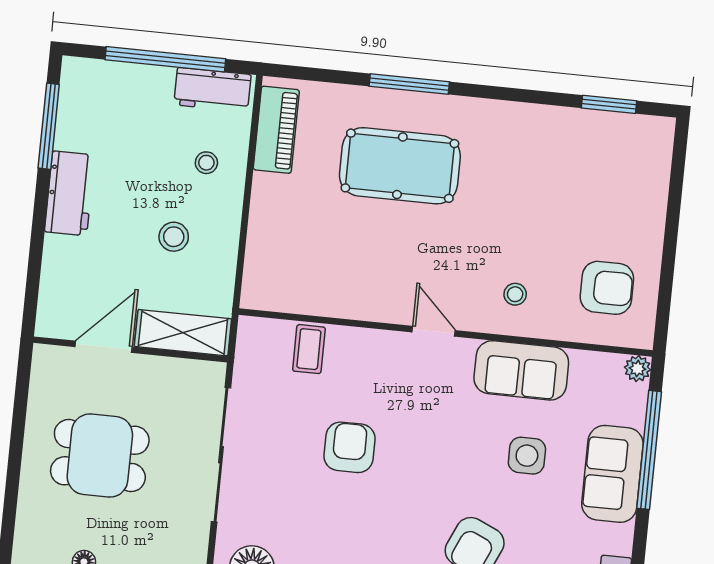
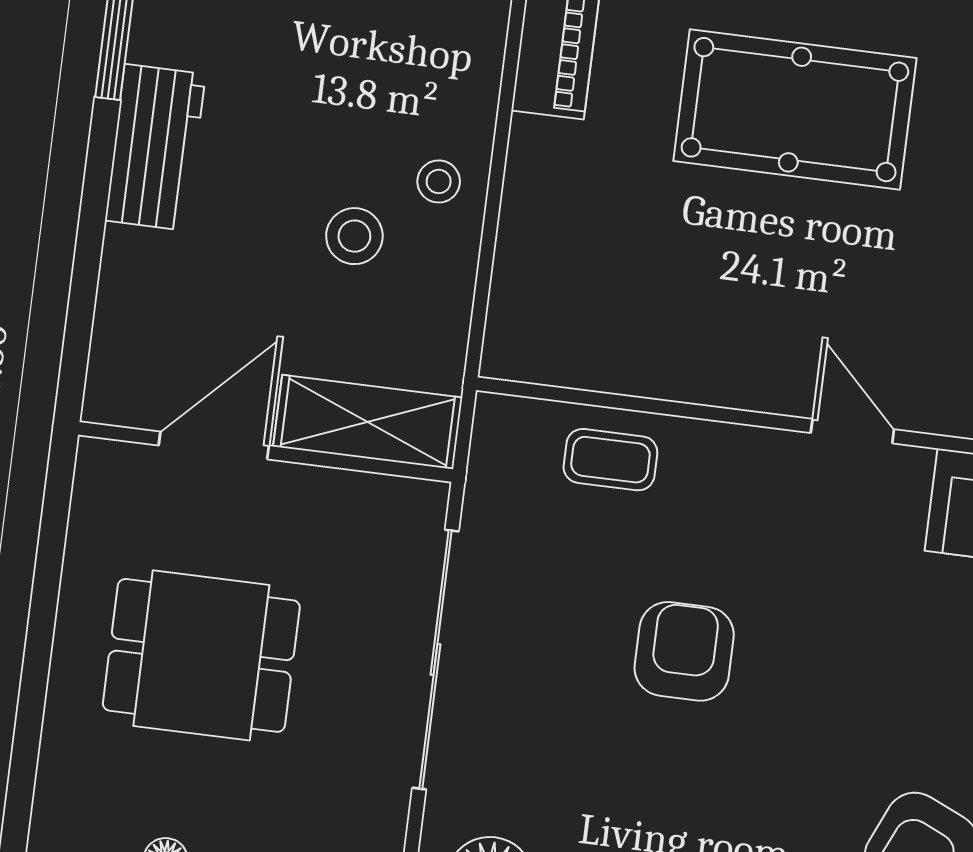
stool: (206, 163) -> (439, 181), moved
coffee table: (309, 349) -> (610, 460), turned 90

